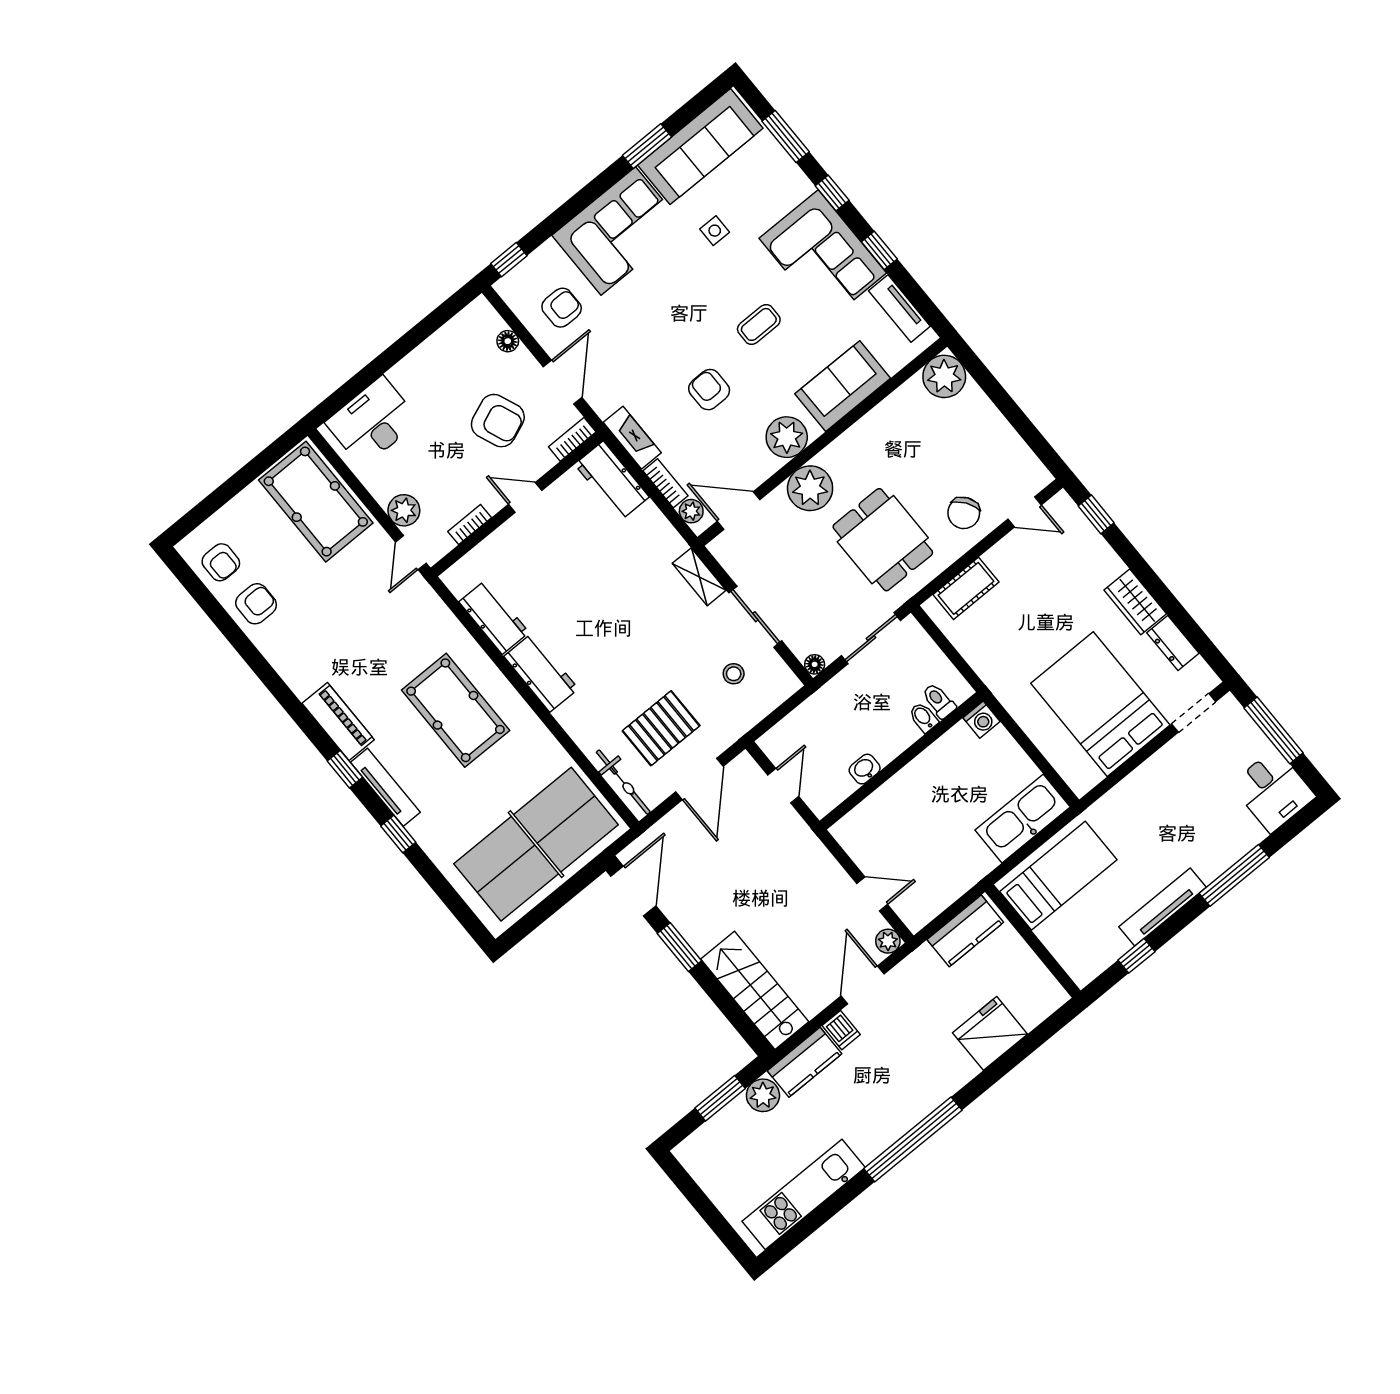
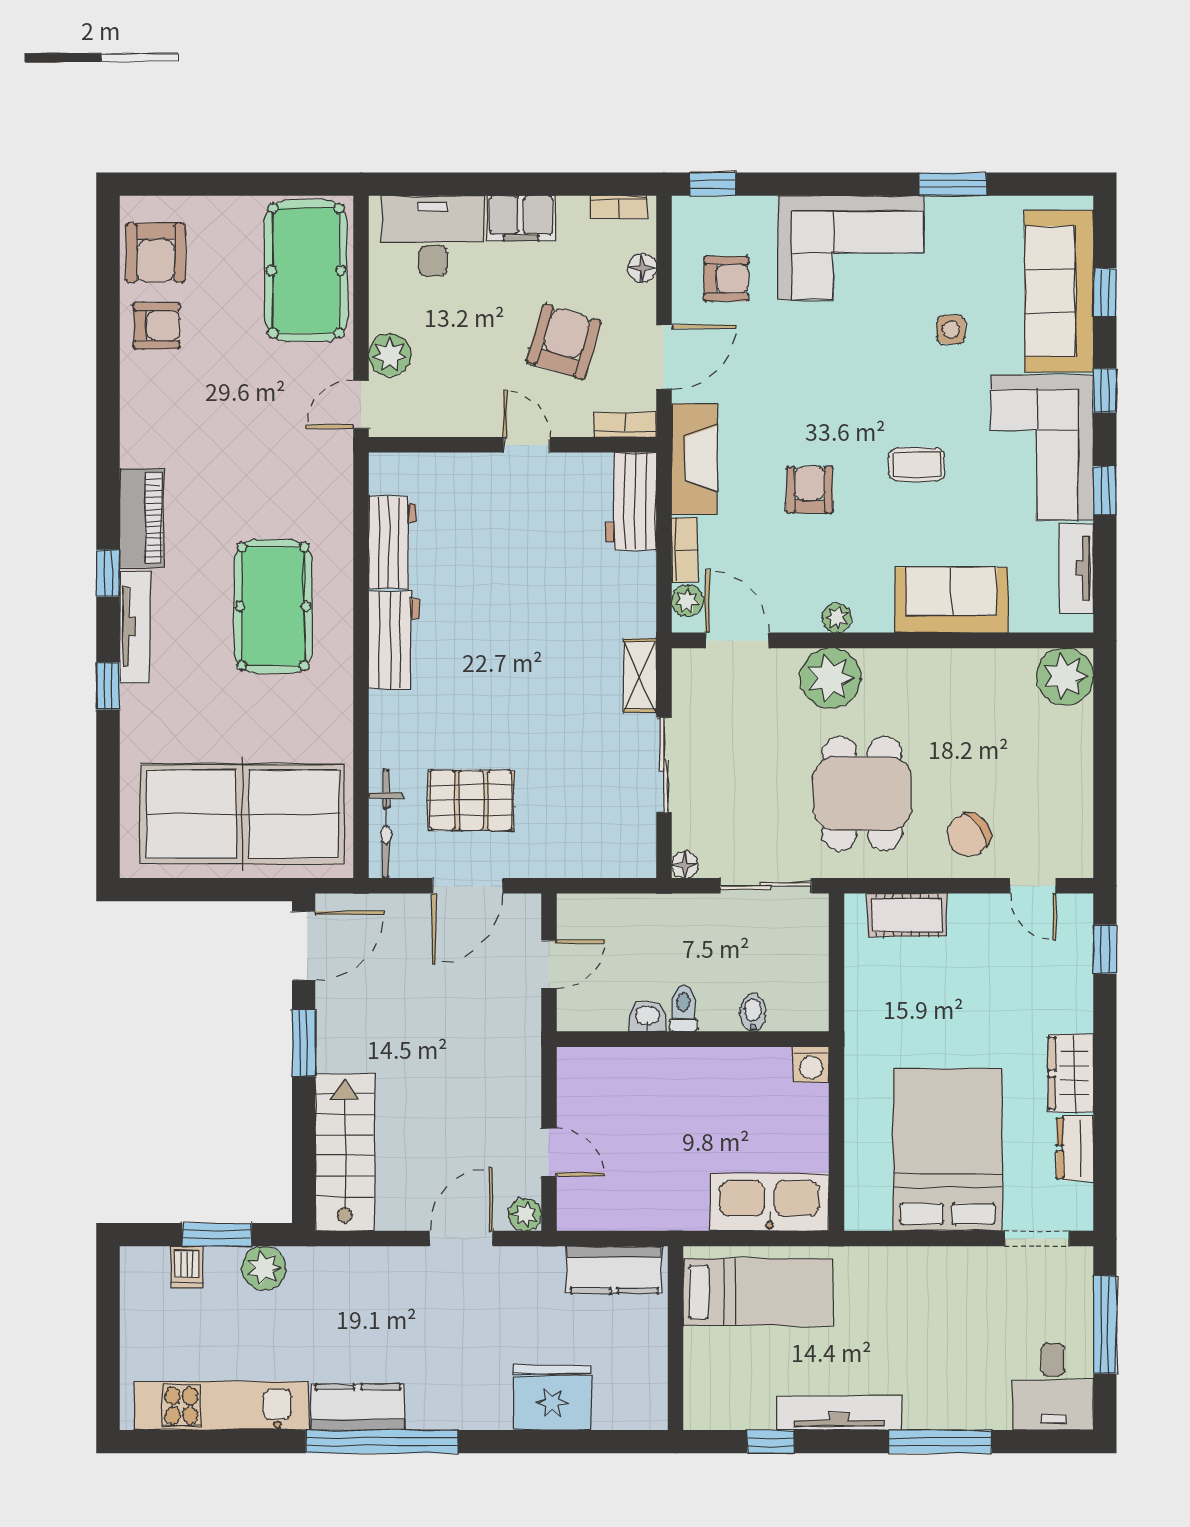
window: (786, 136) -> (1105, 292), width x0.67
sofa: (700, 147) -> (1059, 291), moved, turned 90
filing cabinet: (415, 370) -> (521, 218), added
armchair: (498, 421) -> (564, 342), turned -141
plant: (787, 437) -> (837, 618), width x0.53, depth x0.53
fireplace: (632, 438) -> (694, 459), width x1.37, depth x1.32
bookcase: (470, 525) -> (618, 207), moved, turned 180
armchair: (221, 562) -> (156, 253), width x1.38, depth x1.38
stool: (734, 674) -> (593, 806), removed
toilet: (939, 701) -> (684, 1008), moved
dishwasher: (841, 1030) -> (187, 1267), moved
kitchen counter: (804, 1062) -> (358, 1407), moved, turned 180

